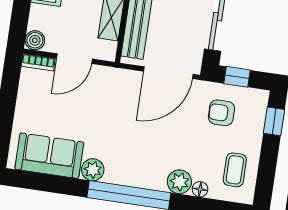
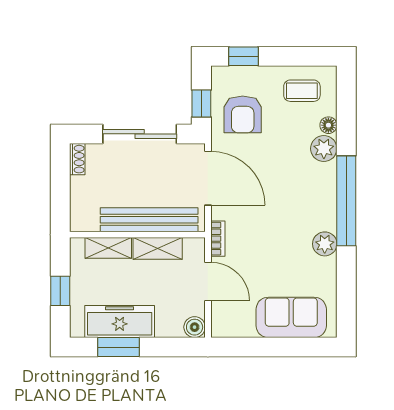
bookcase: (38, 62) -> (218, 239), moved
armchair: (221, 113) -> (243, 114), width x1.38, depth x1.38
sofa: (49, 156) -> (291, 317), moved, turned 90

